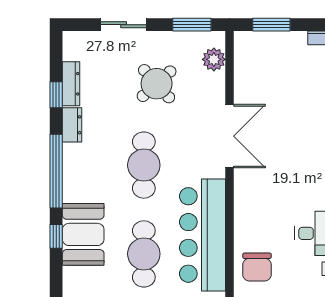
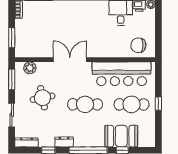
dresser: (71, 84) -> (27, 142), moved
round table: (157, 84) -> (43, 98), turned 31
chair: (257, 267) -> (138, 45), turned 180

